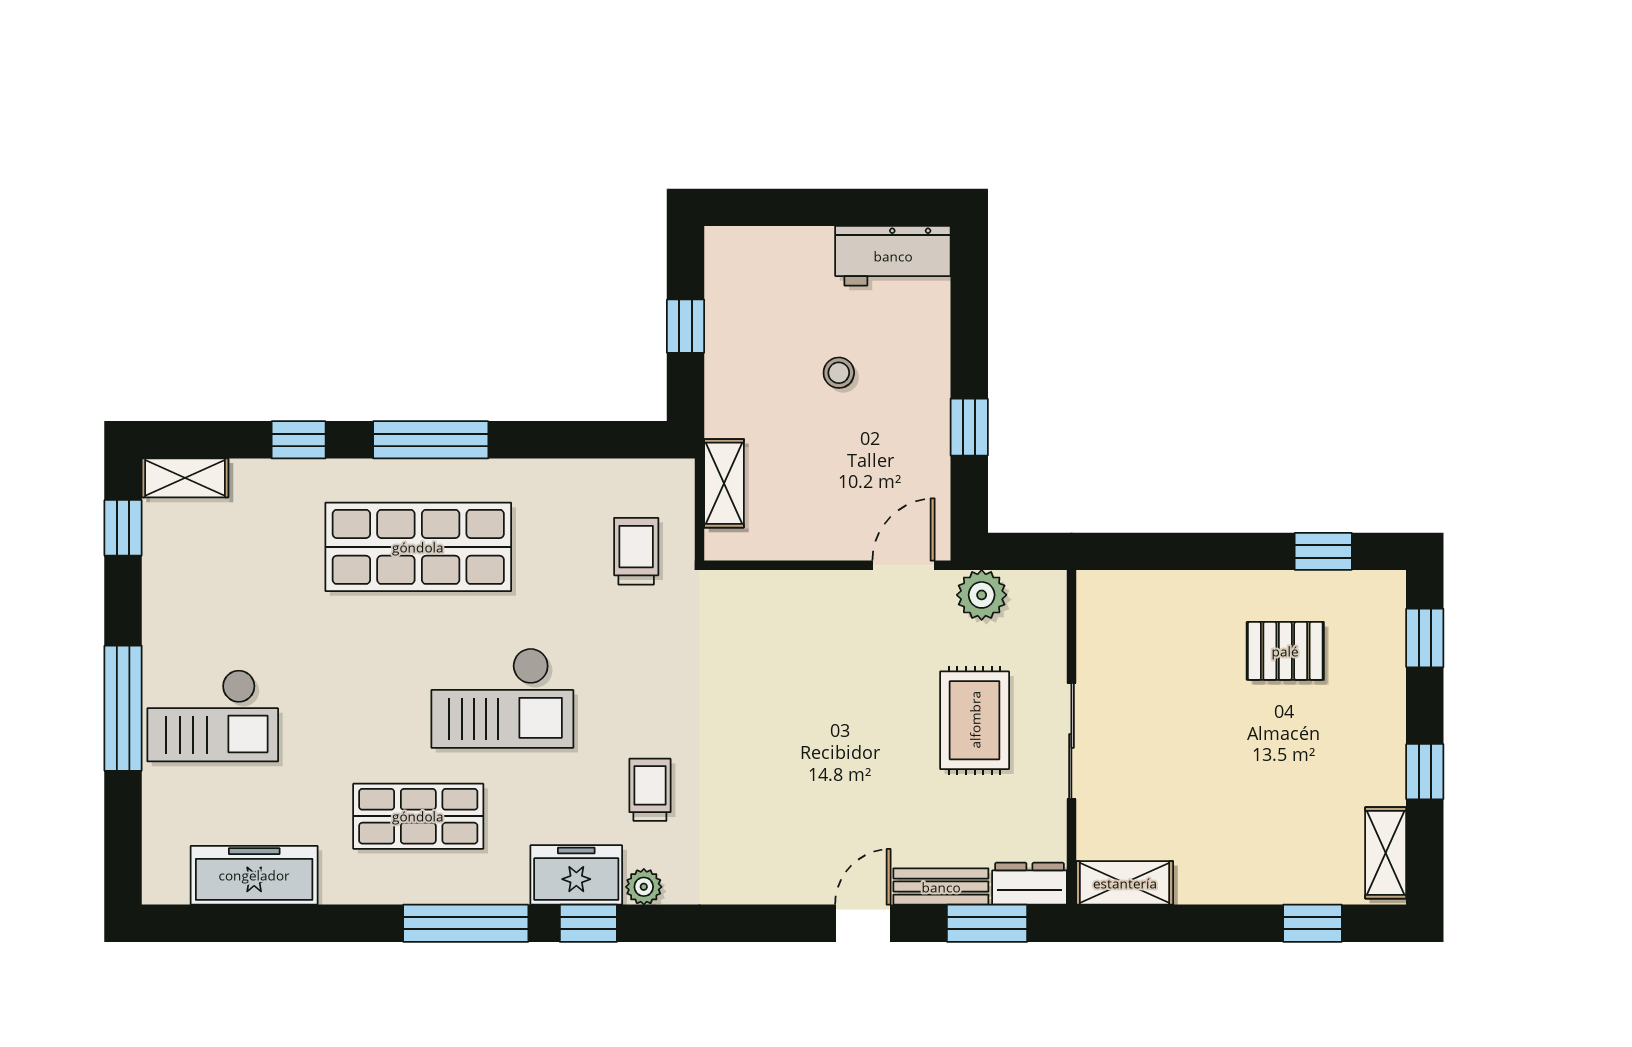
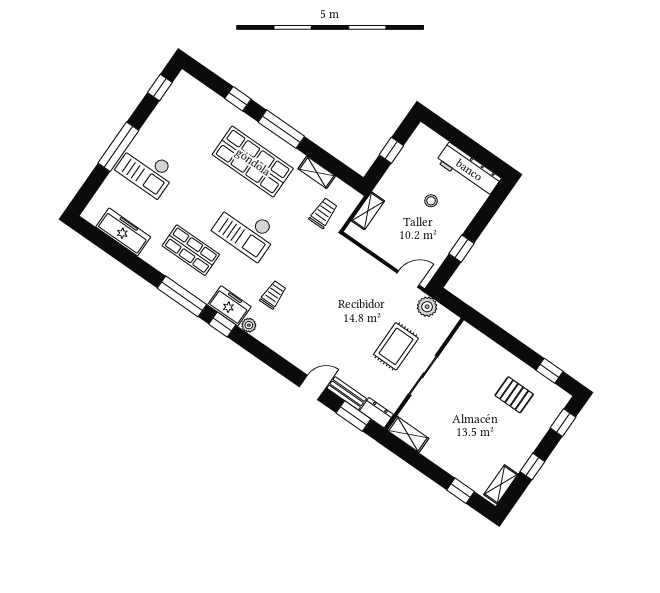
workbench: (893, 256) -> (469, 170), width x1.37
shelving: (185, 478) -> (317, 172), moved

